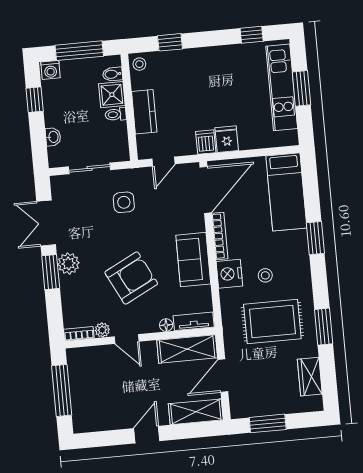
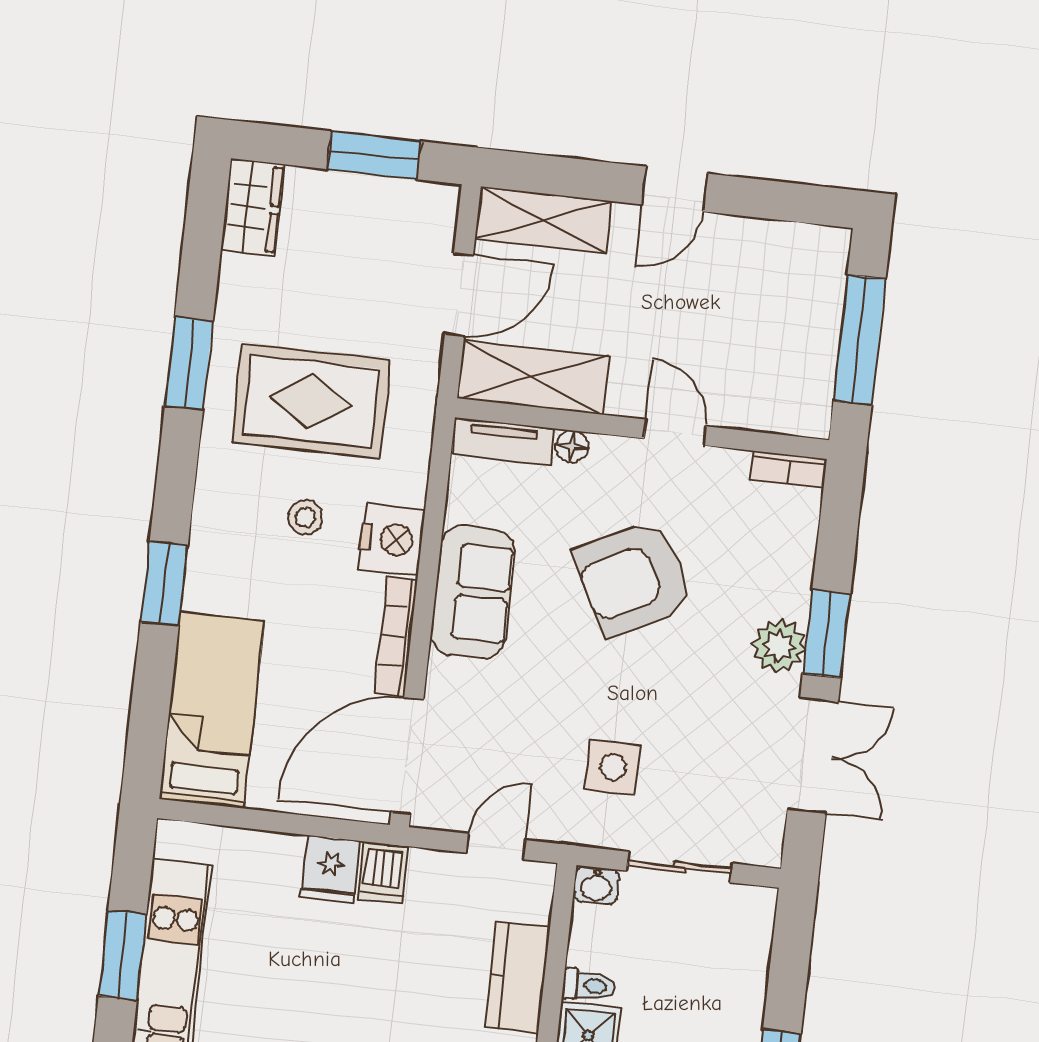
washbasin: (53, 137) -> (596, 885), moved, turned -90
plant: (102, 330) -> (730, 467), removed
wardrobe: (310, 377) -> (252, 207), moved

